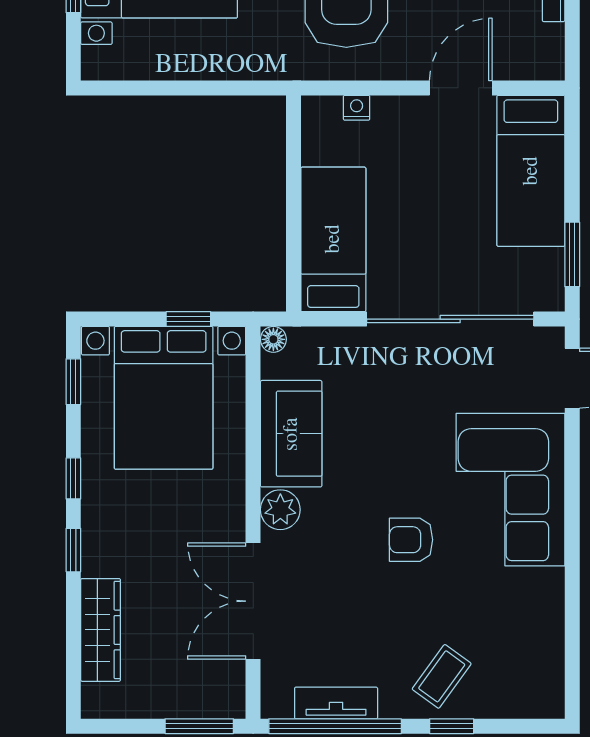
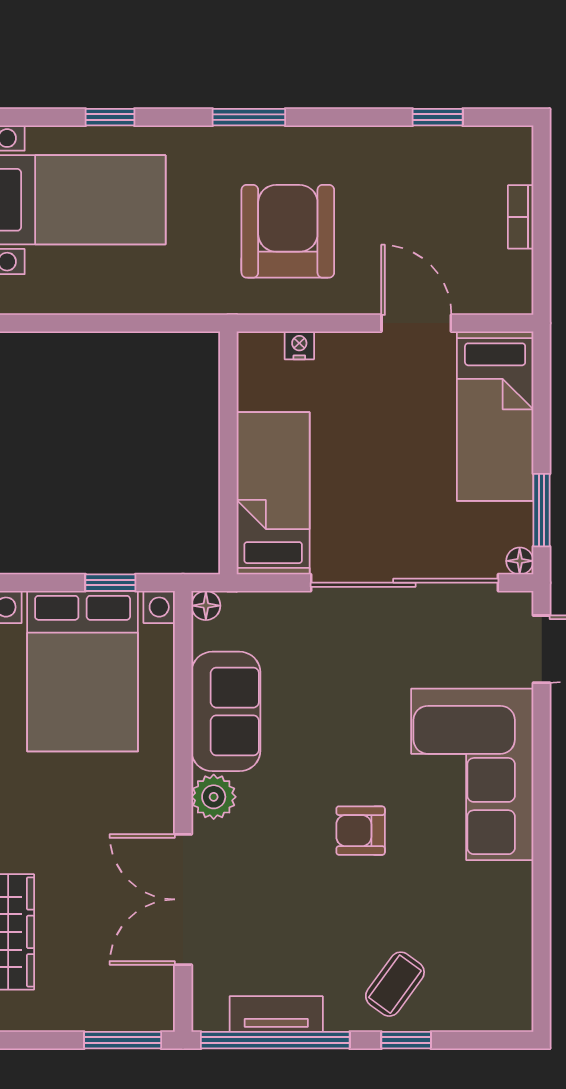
door: (461, 88) -> (416, 323), hinge flipped
floor lamp: (553, 300) -> (520, 561), added

